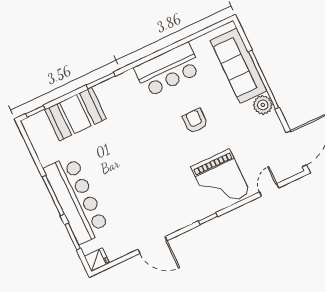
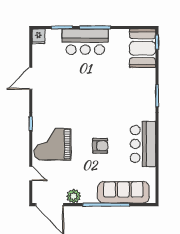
plant: (263, 105) -> (74, 196), moved
booth: (75, 114) -> (143, 48), moved
bar counter: (76, 199) -> (85, 42), width x0.73

